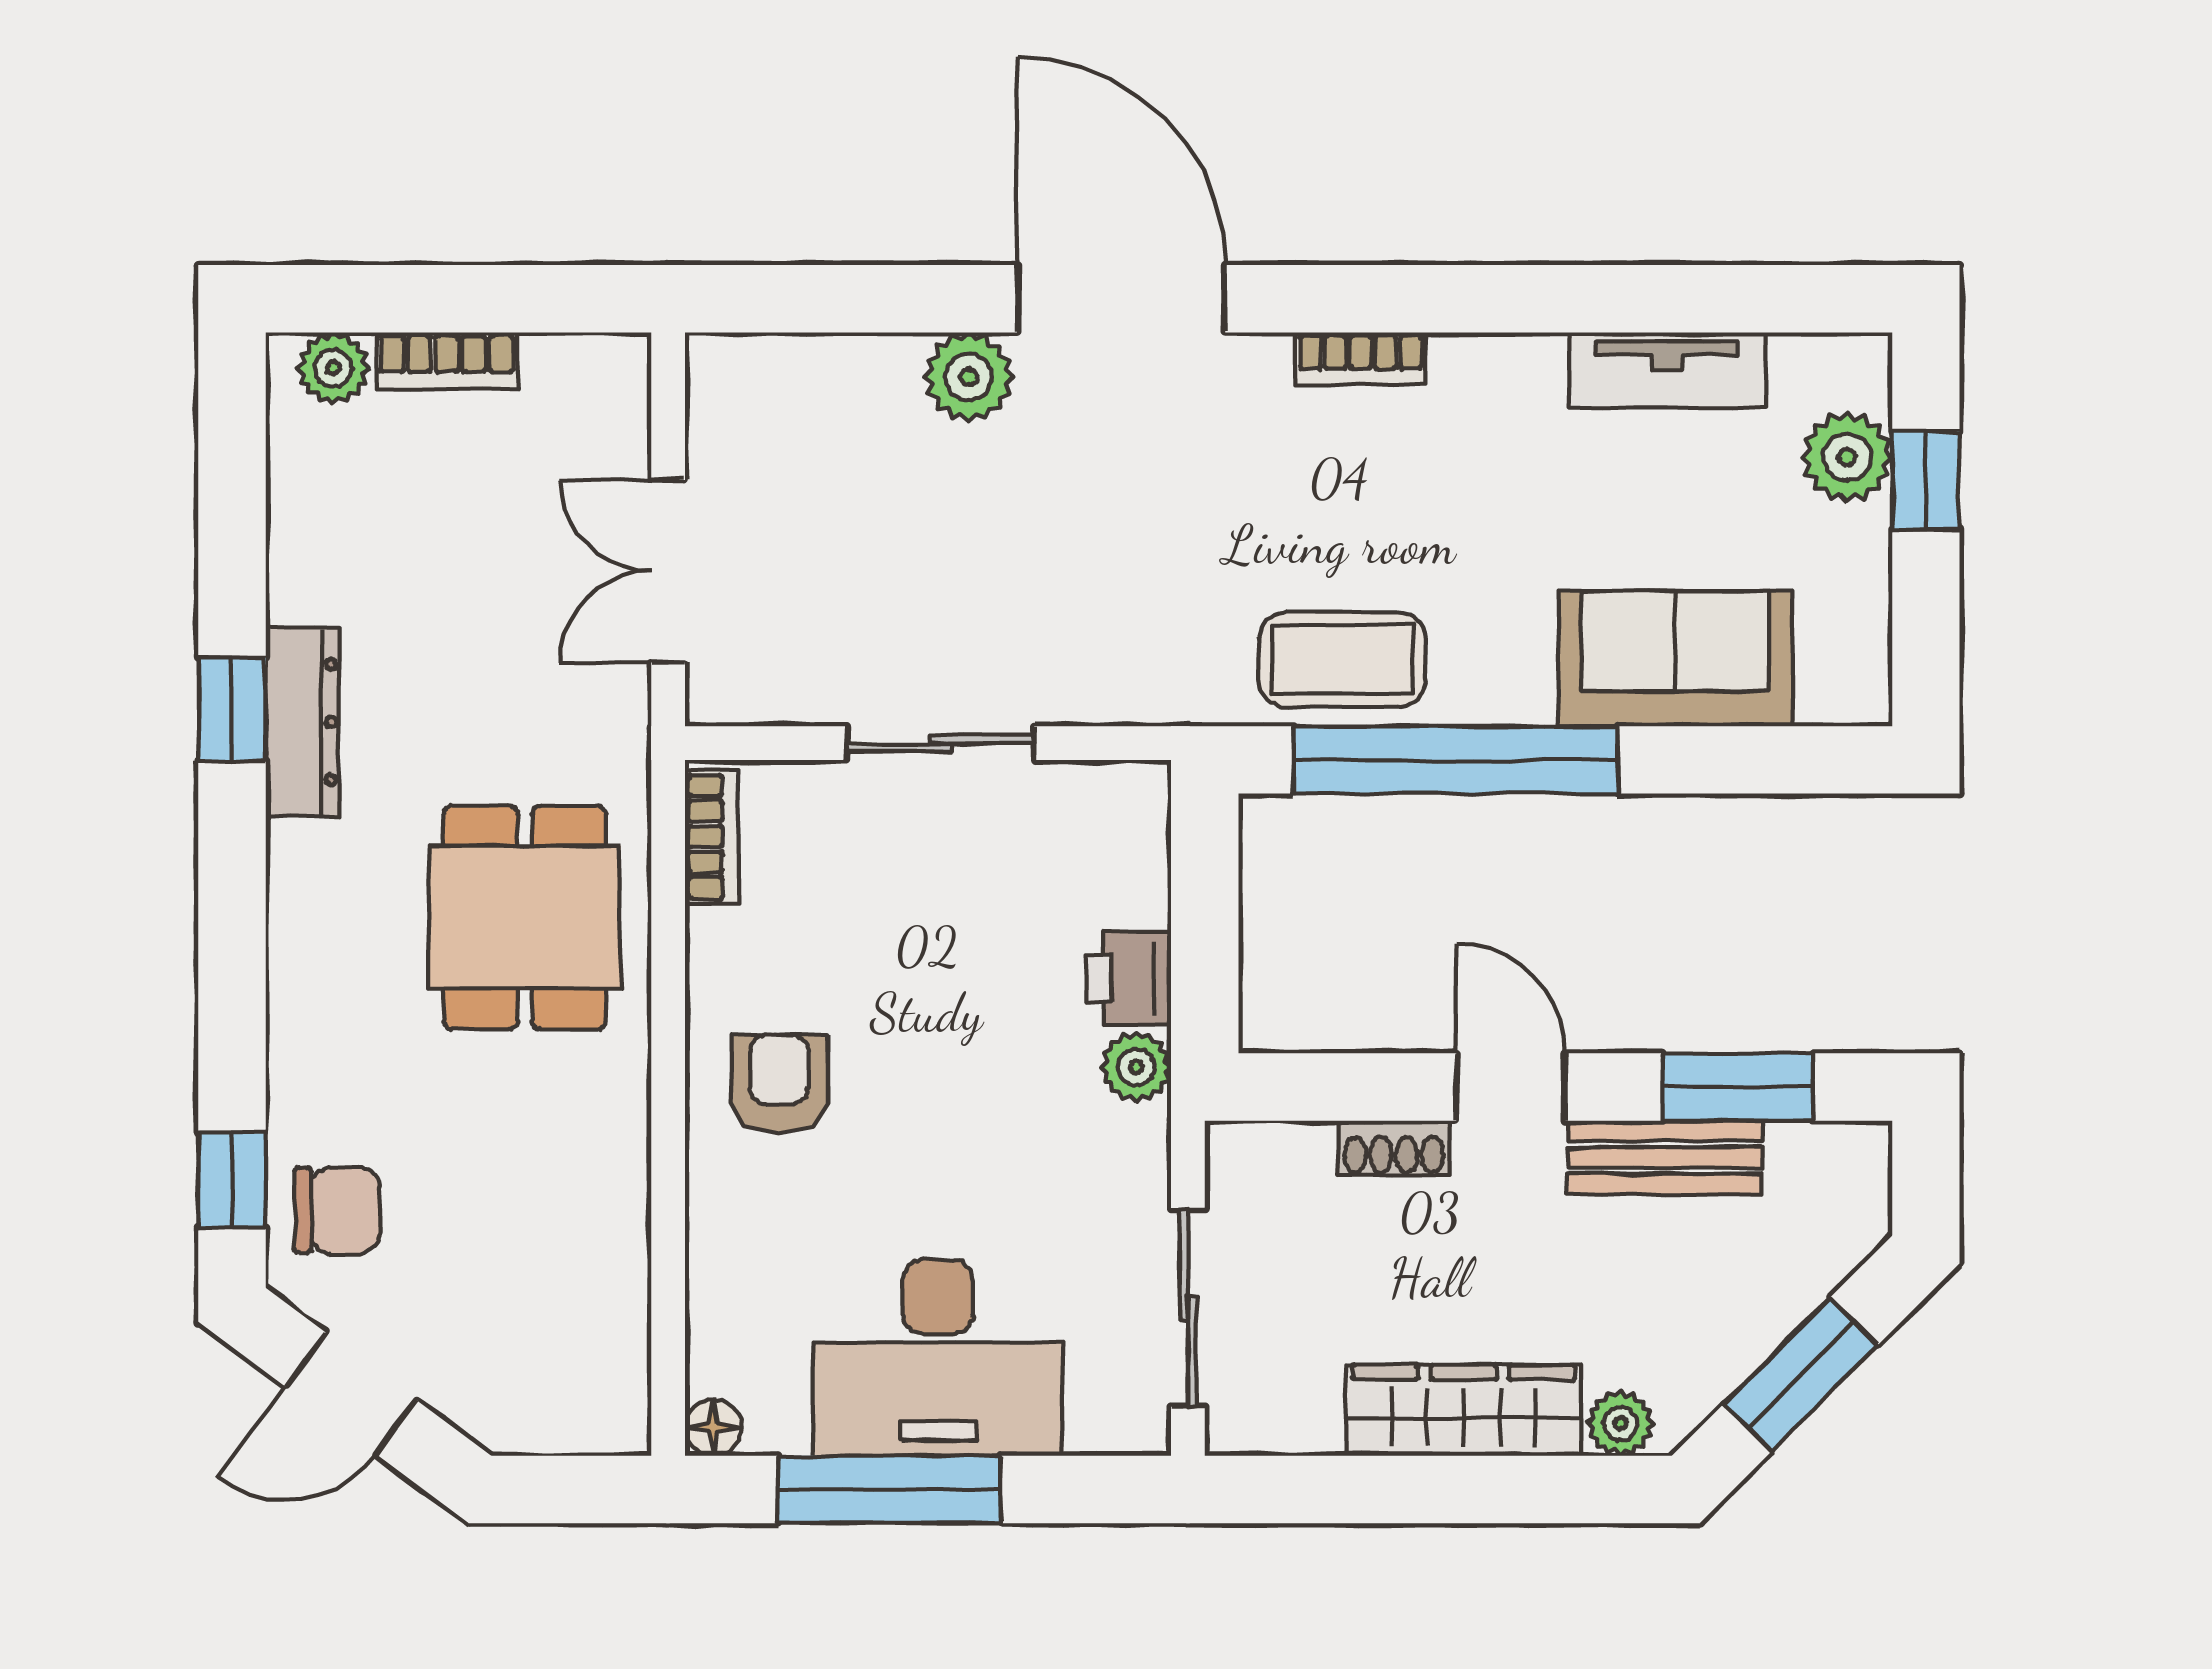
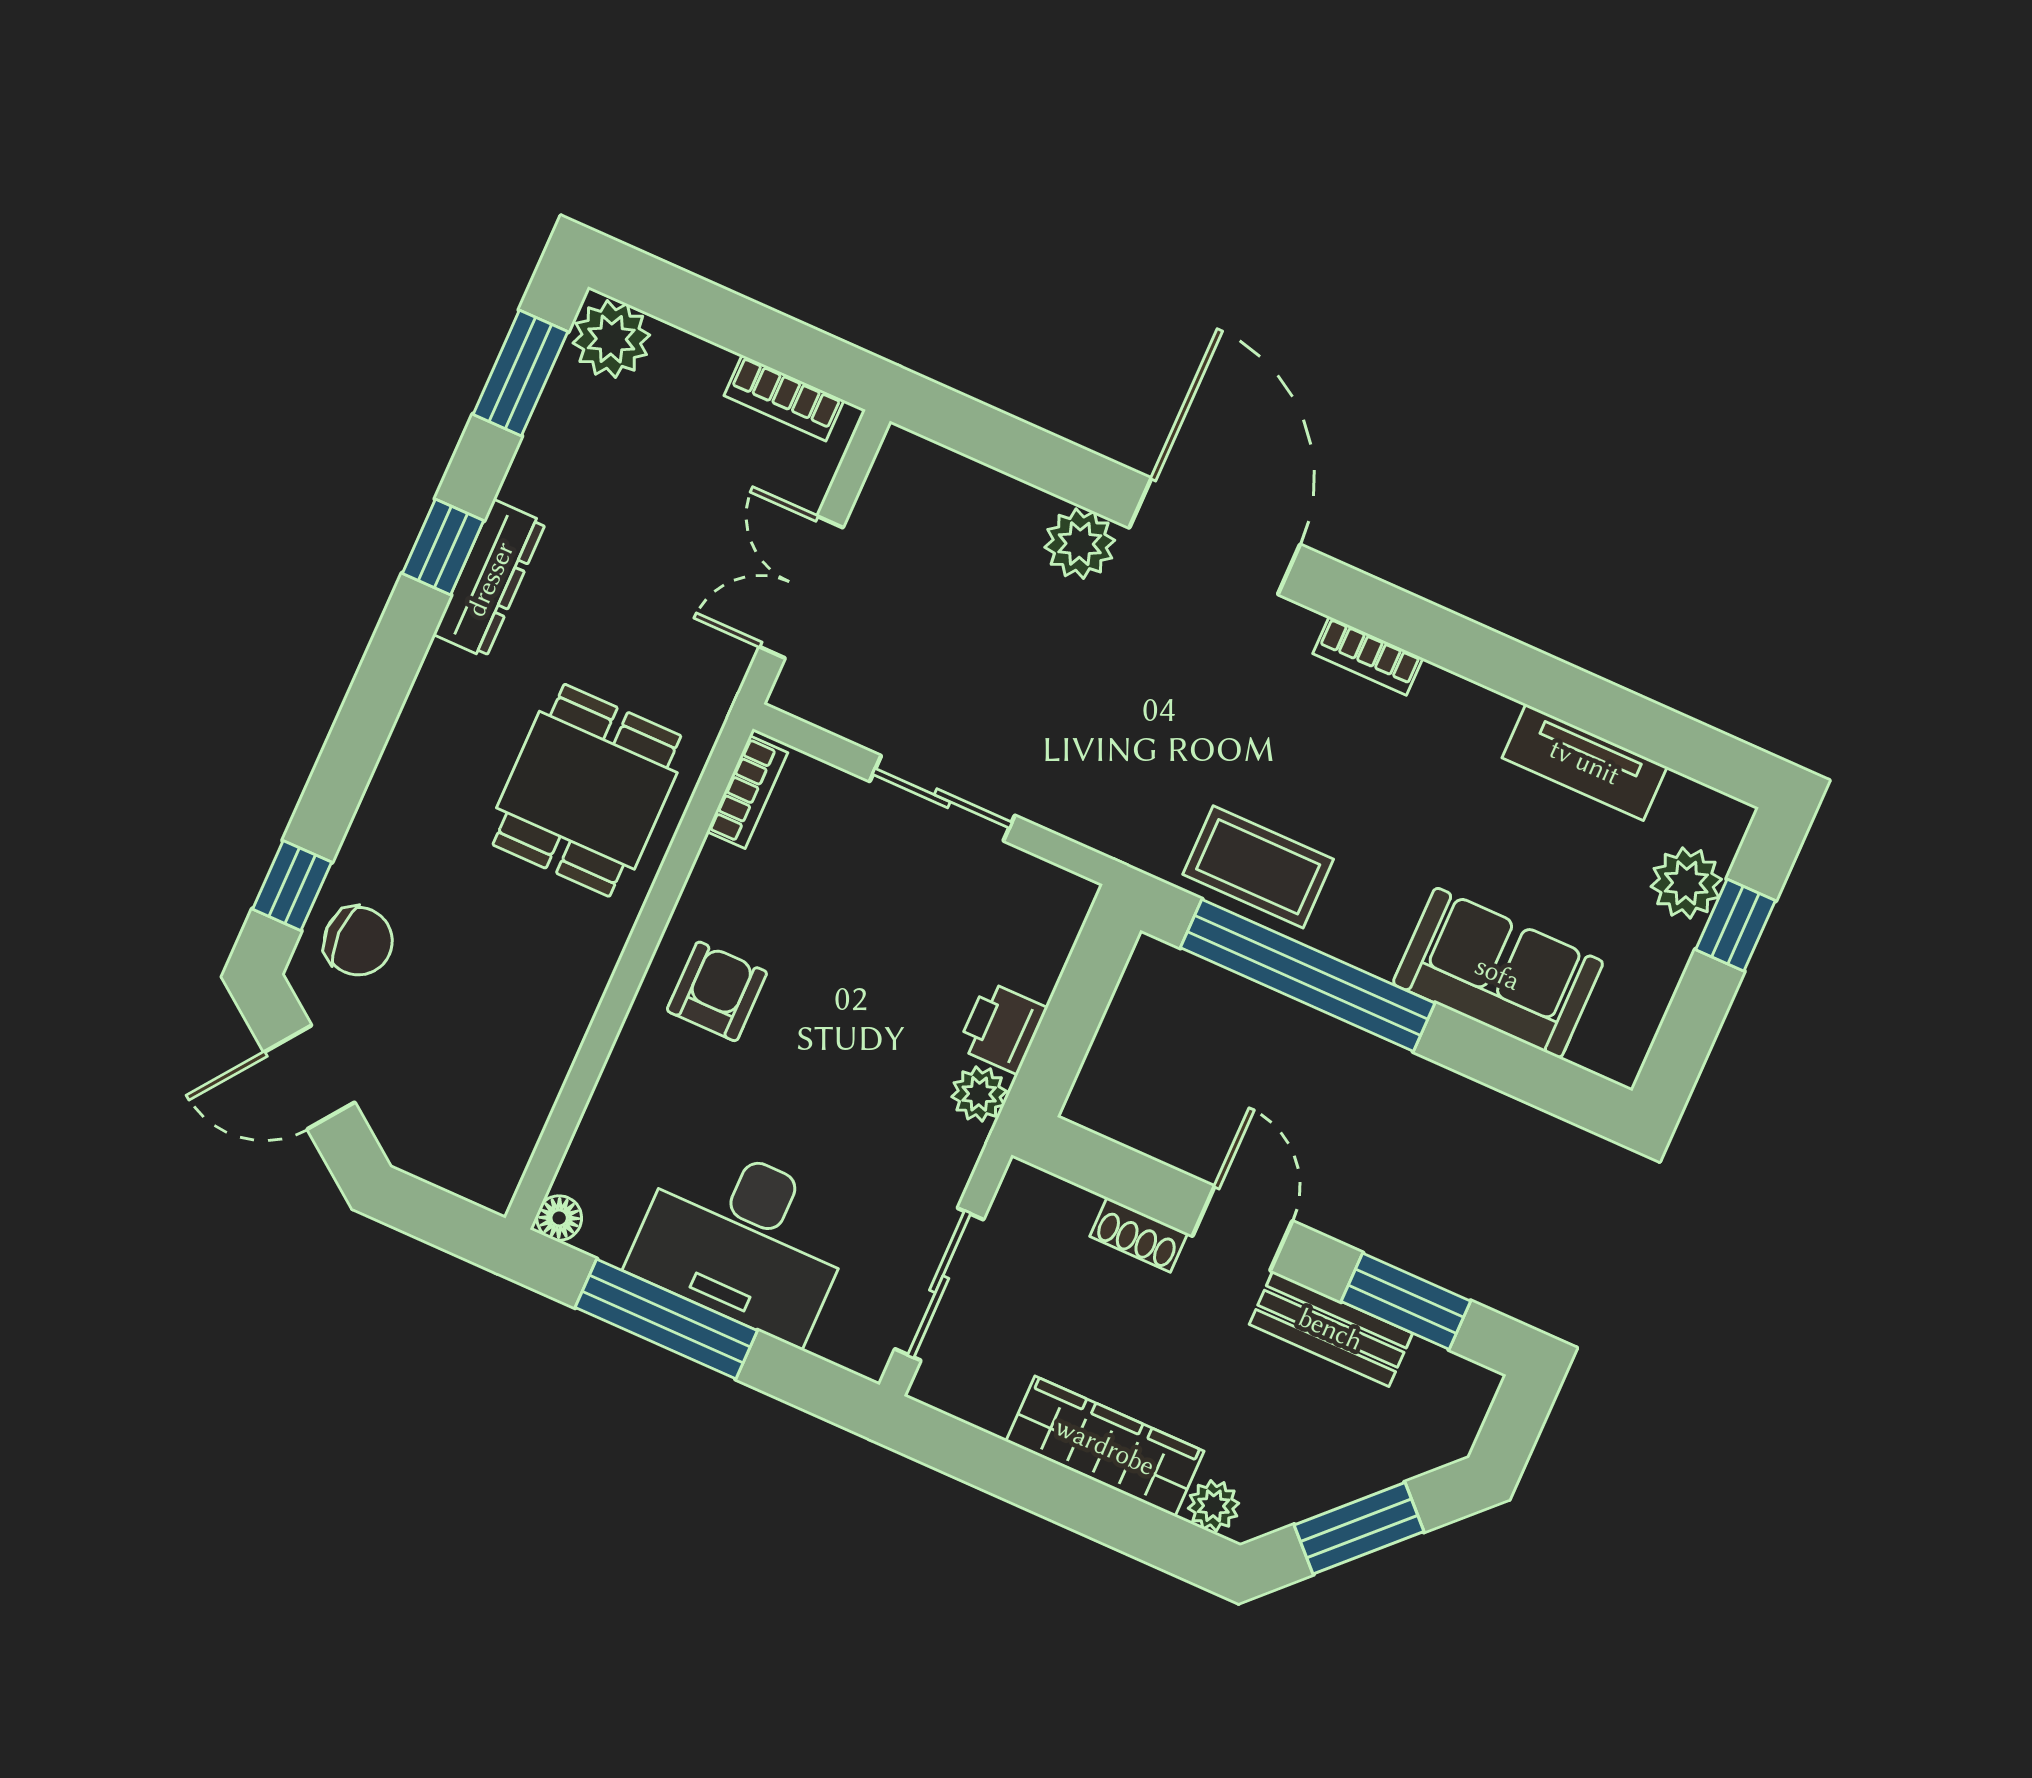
bookcase: (447, 361) -> (784, 398), moved
plant: (333, 368) -> (611, 339), width x1.38, depth x1.38
window: (232, 468) -> (520, 373), added

